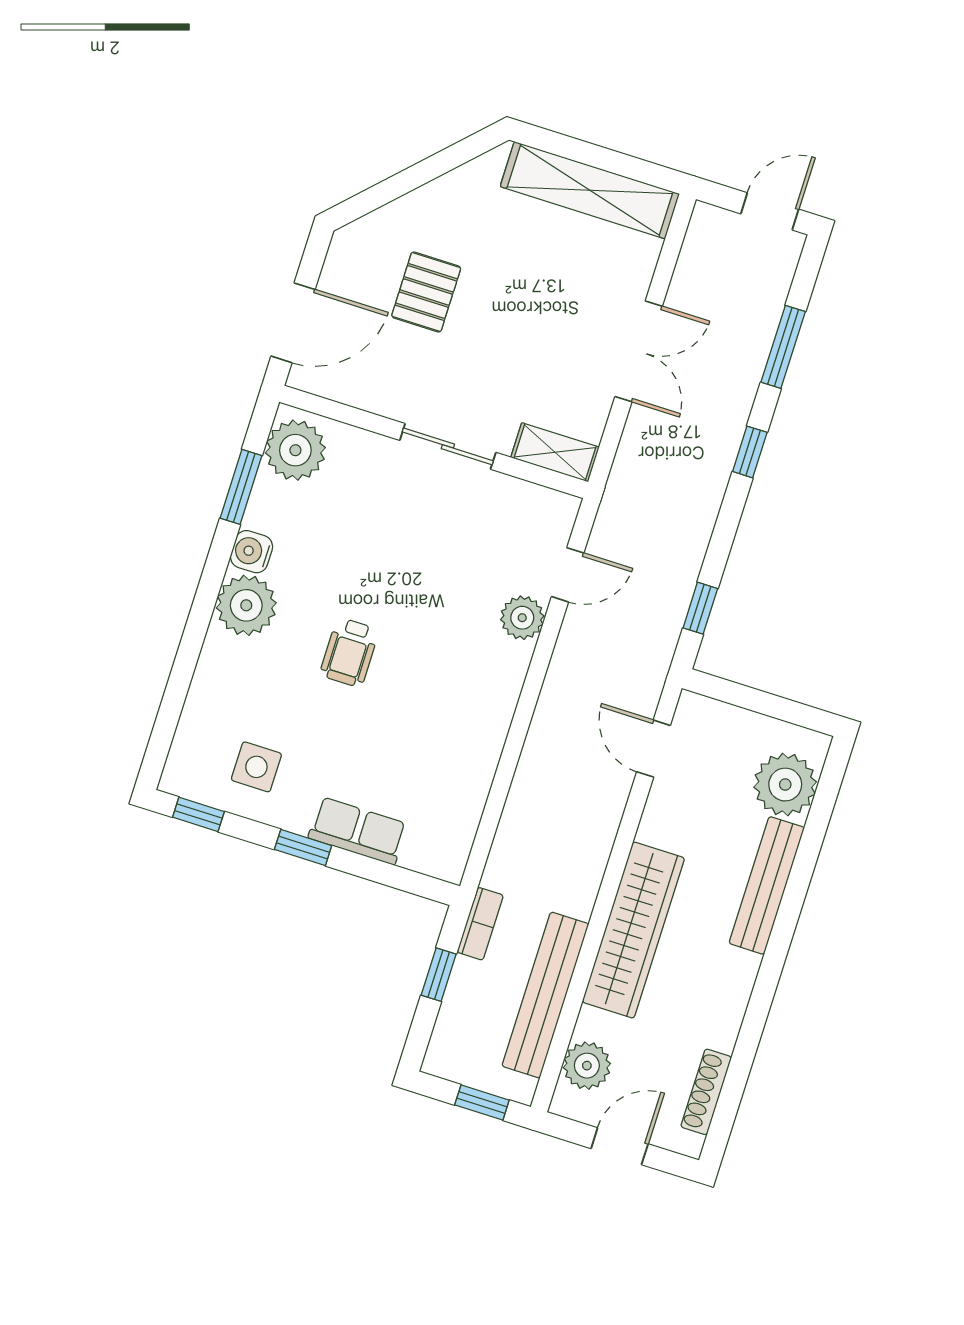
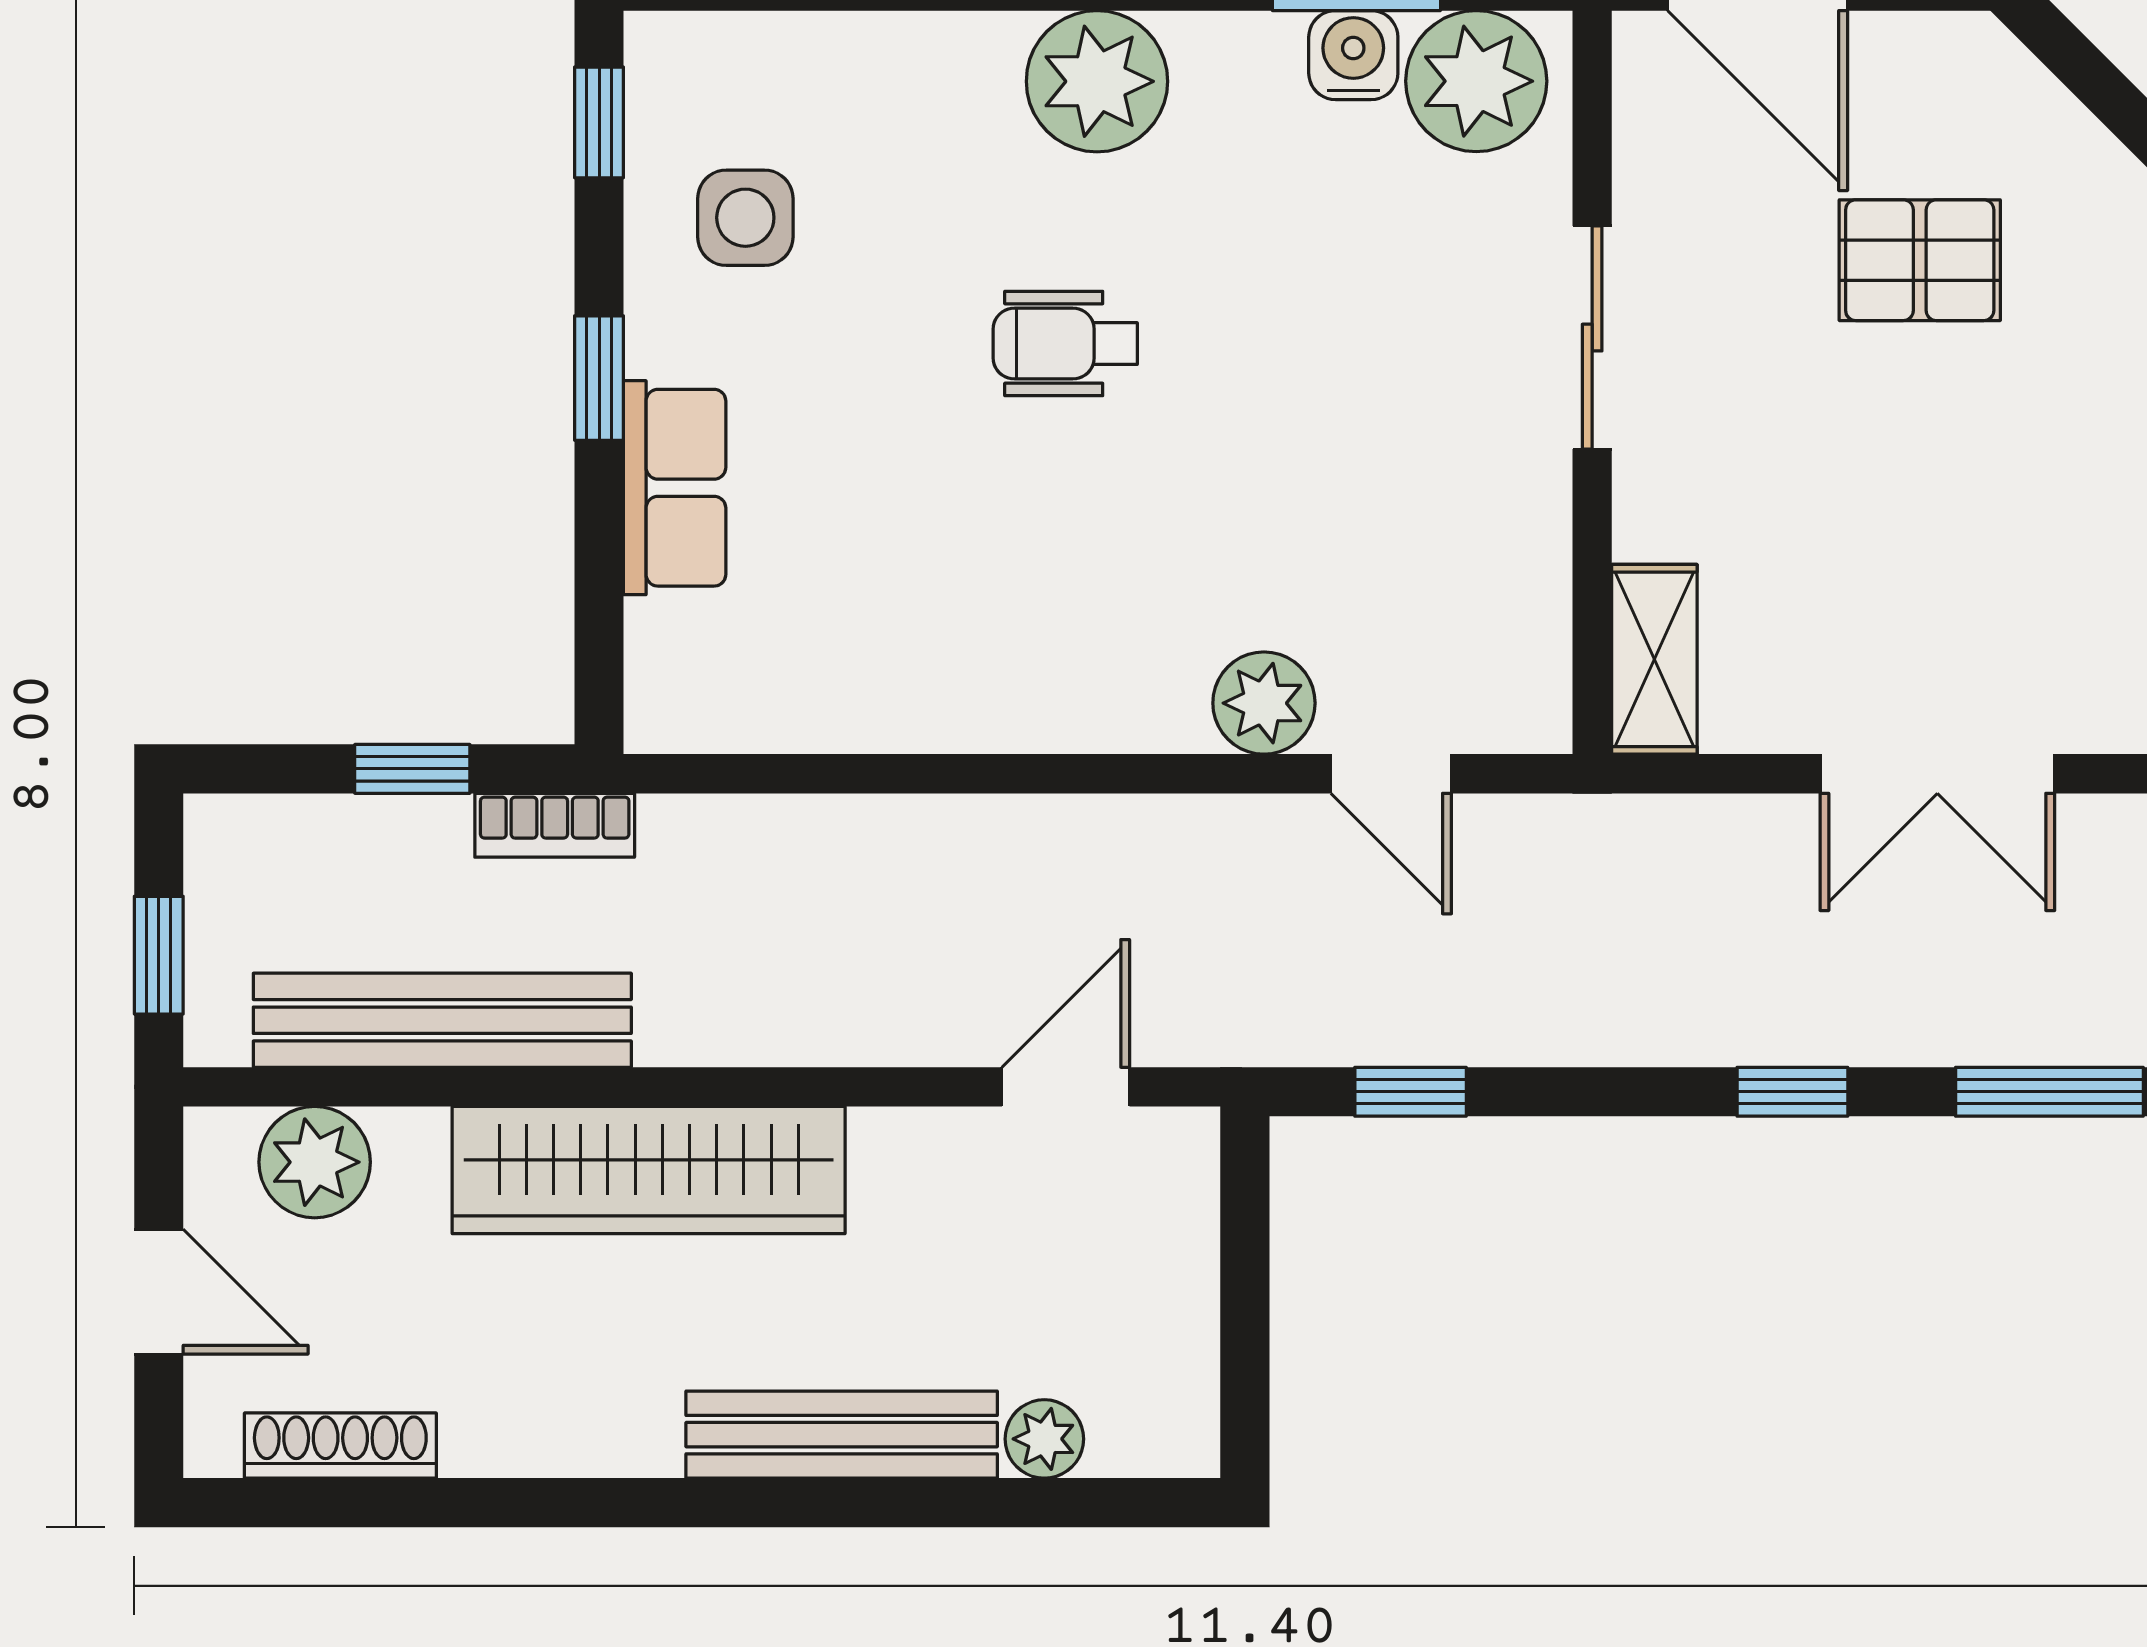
sliding door: (448, 446) -> (1592, 338), moved
water cooler: (252, 552) -> (1353, 55), moved
plant: (785, 785) -> (1044, 1439), width x0.53, depth x0.53

